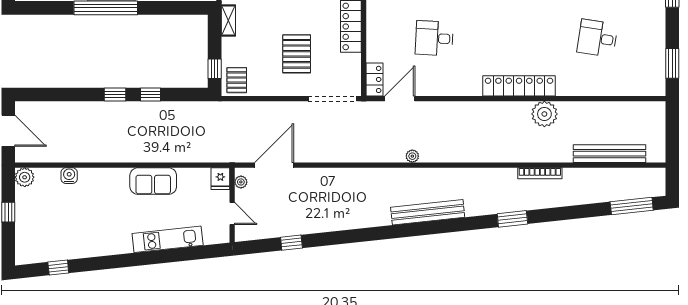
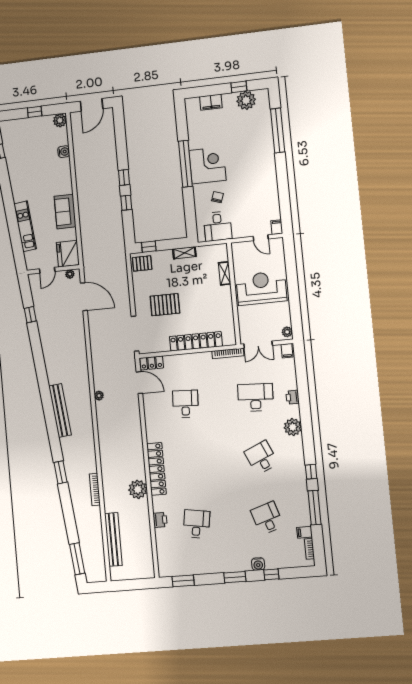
printer: (588, 87) -> (160, 520), added
fridge: (220, 179) -> (68, 254), width x1.88, depth x1.34

